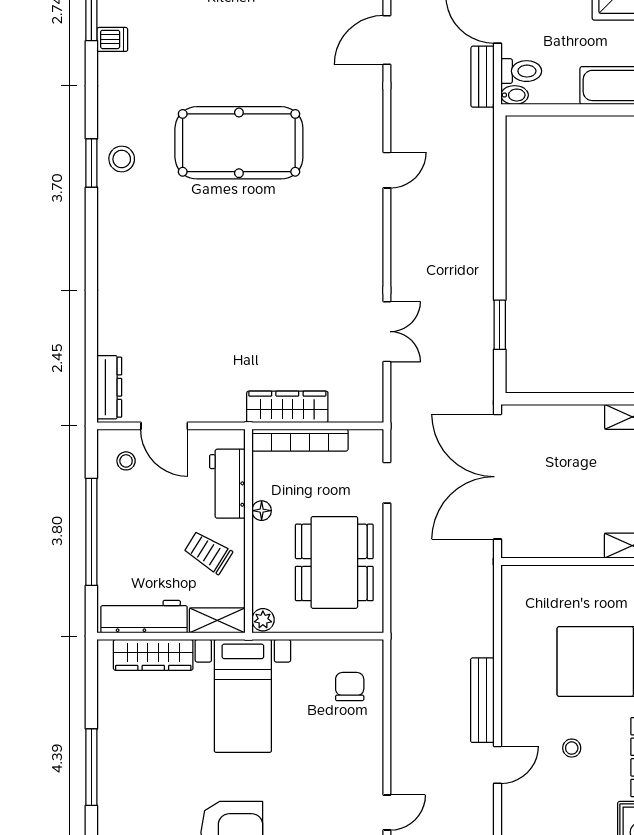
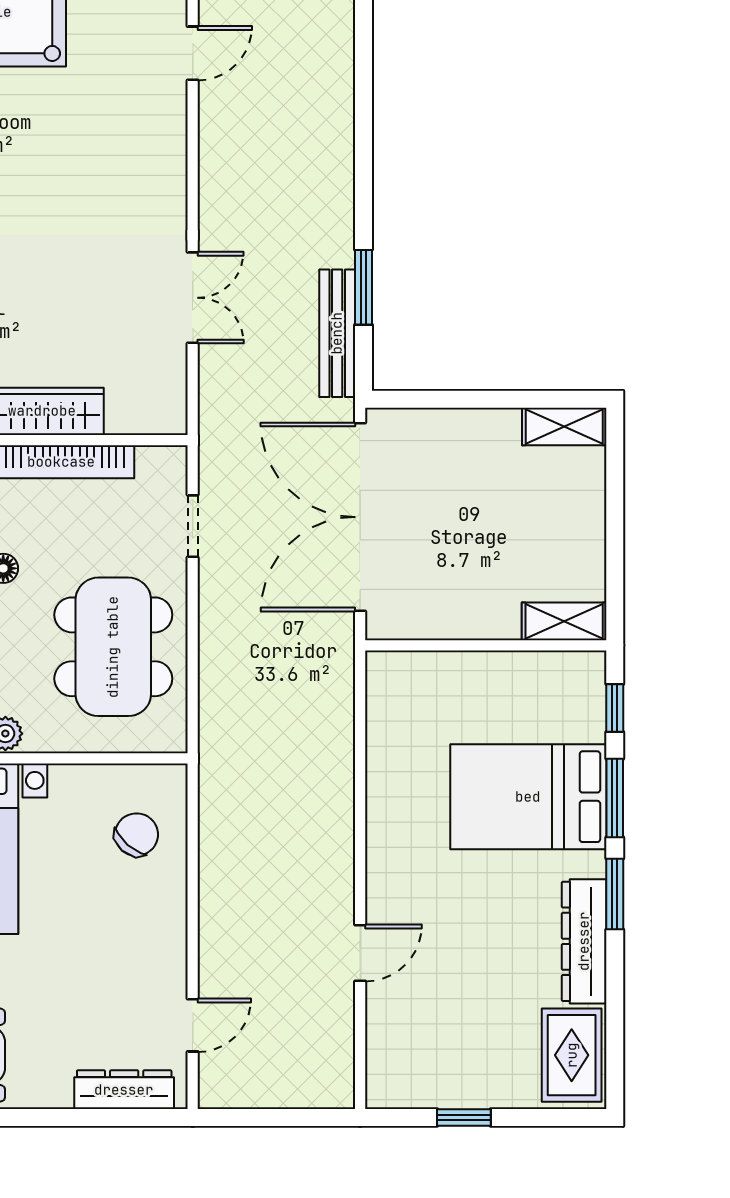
chair: (350, 687) -> (136, 835), turned 41
bench: (482, 700) -> (337, 333), moved
stool: (572, 748) -> (472, 928), removed

